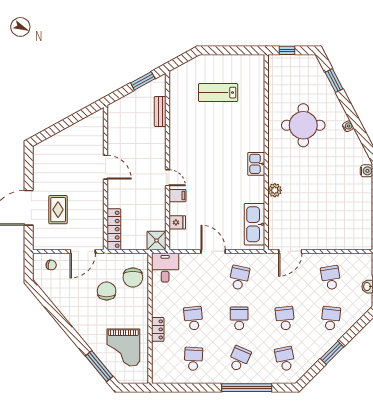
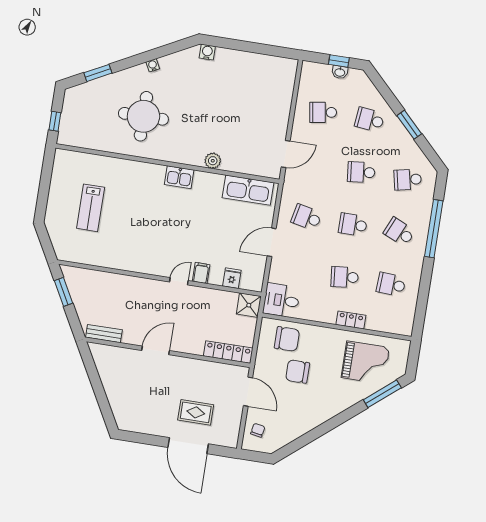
bench: (160, 111) -> (104, 334), moved
door: (290, 251) -> (286, 154), hinge flipped

